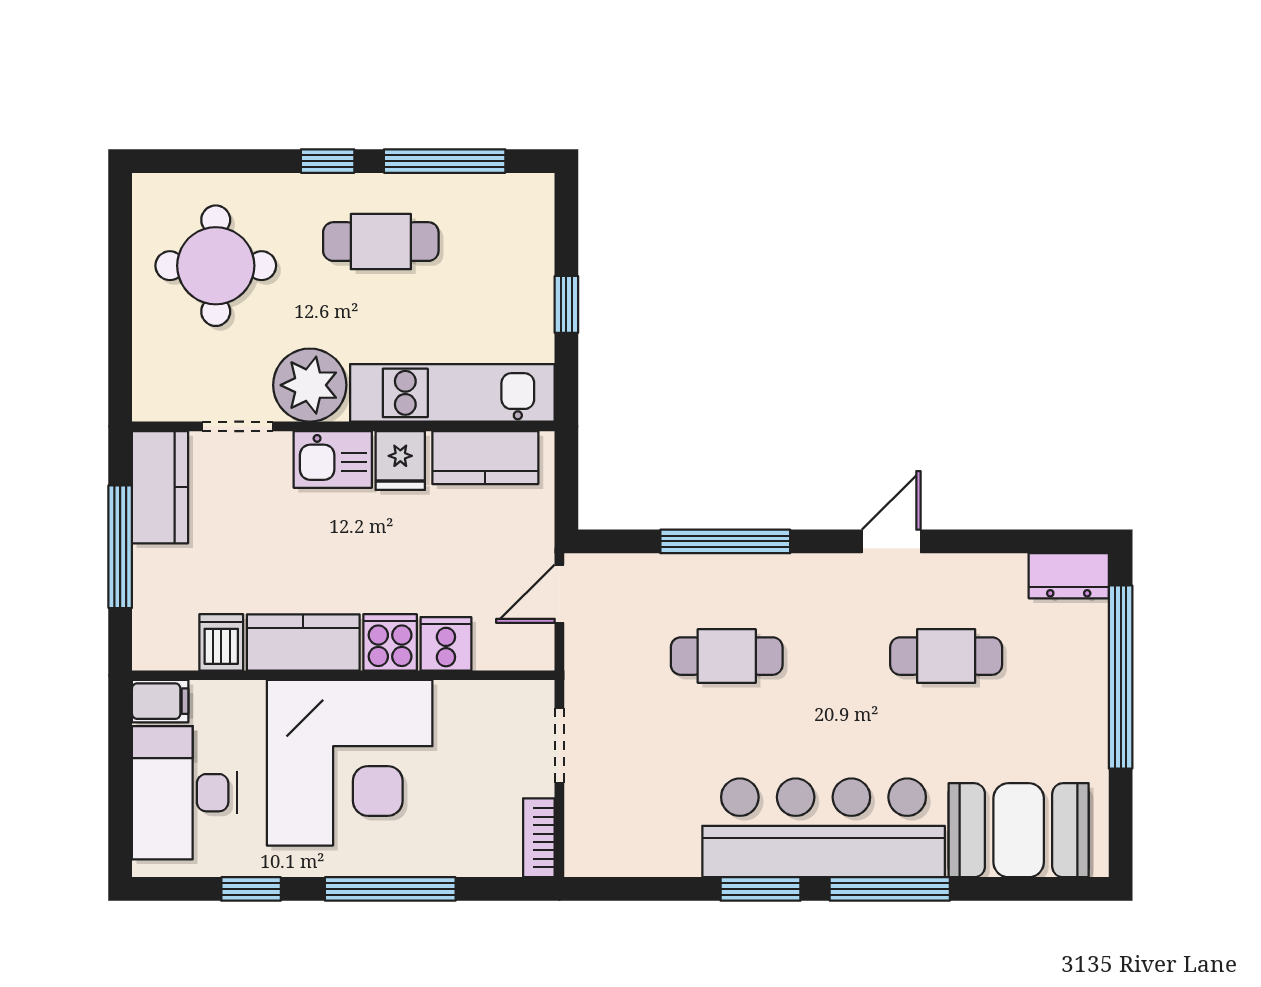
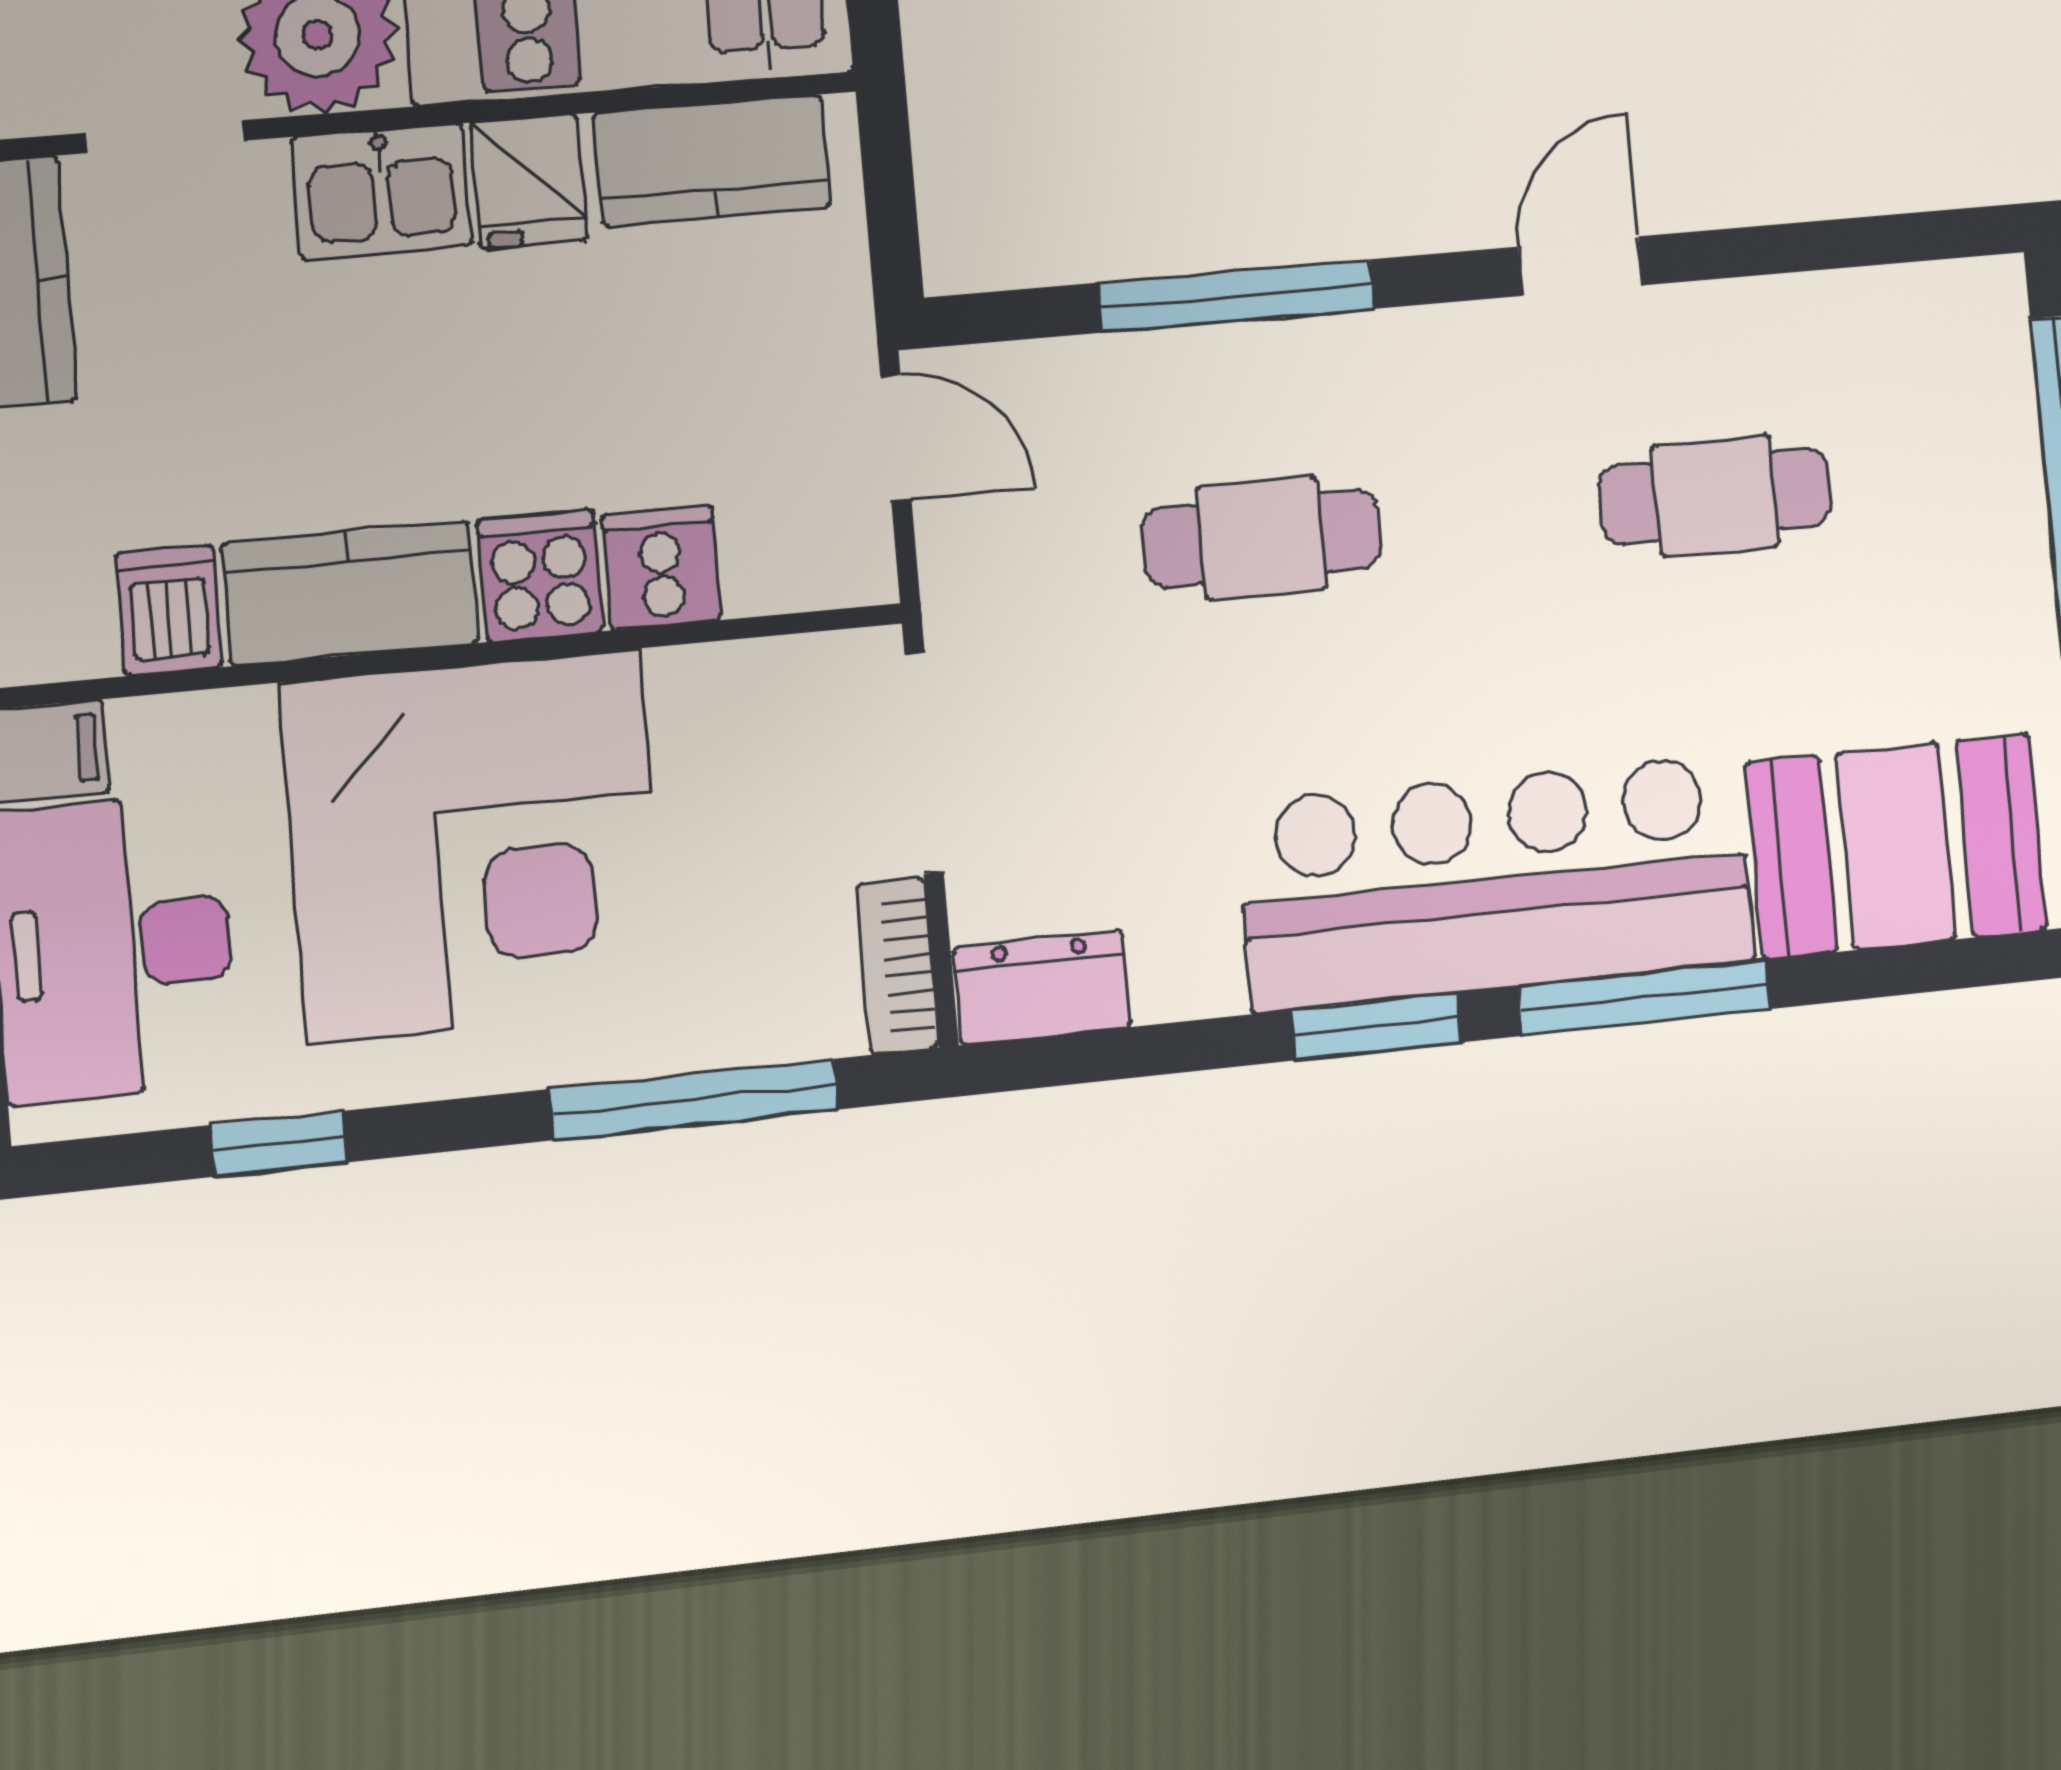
dresser: (1069, 576) -> (1042, 988), moved, turned 180
door: (559, 594) -> (896, 438), swing flipped
doorway: (559, 746) -> (924, 764), width x1.38
window: (390, 889) -> (694, 1099), moved

